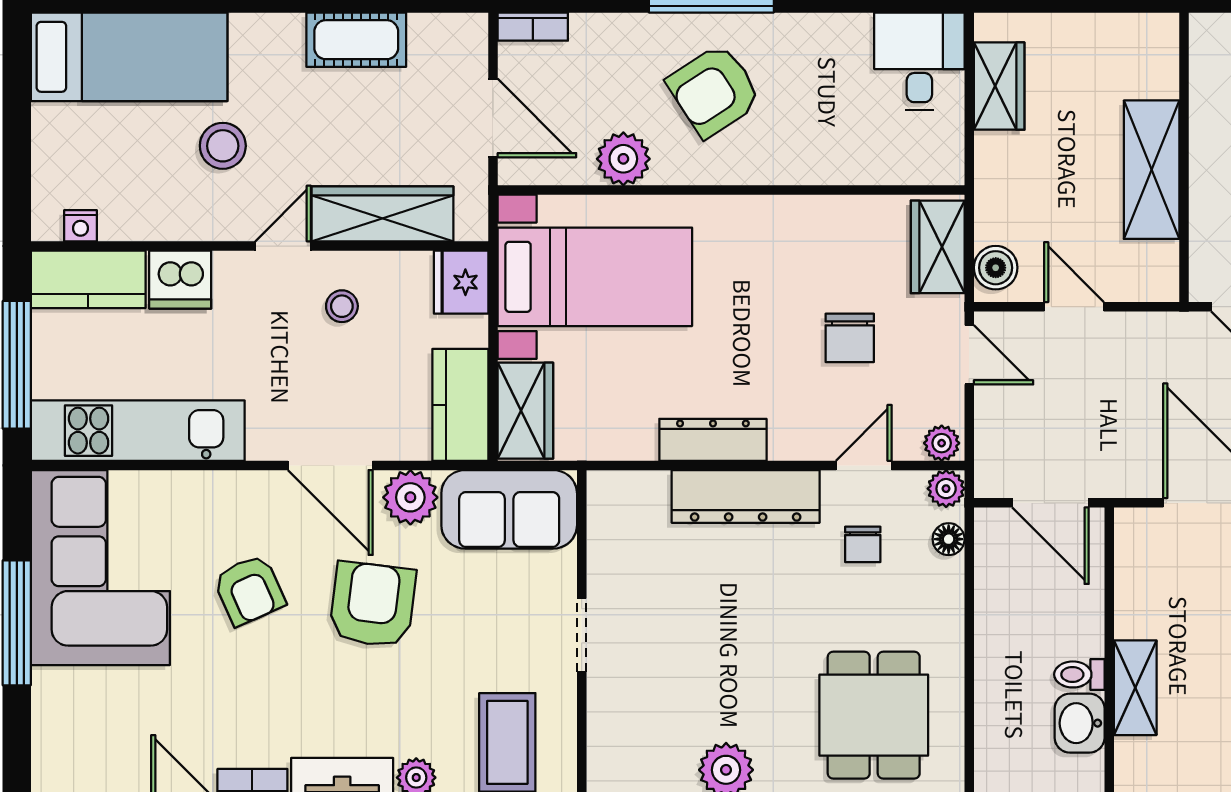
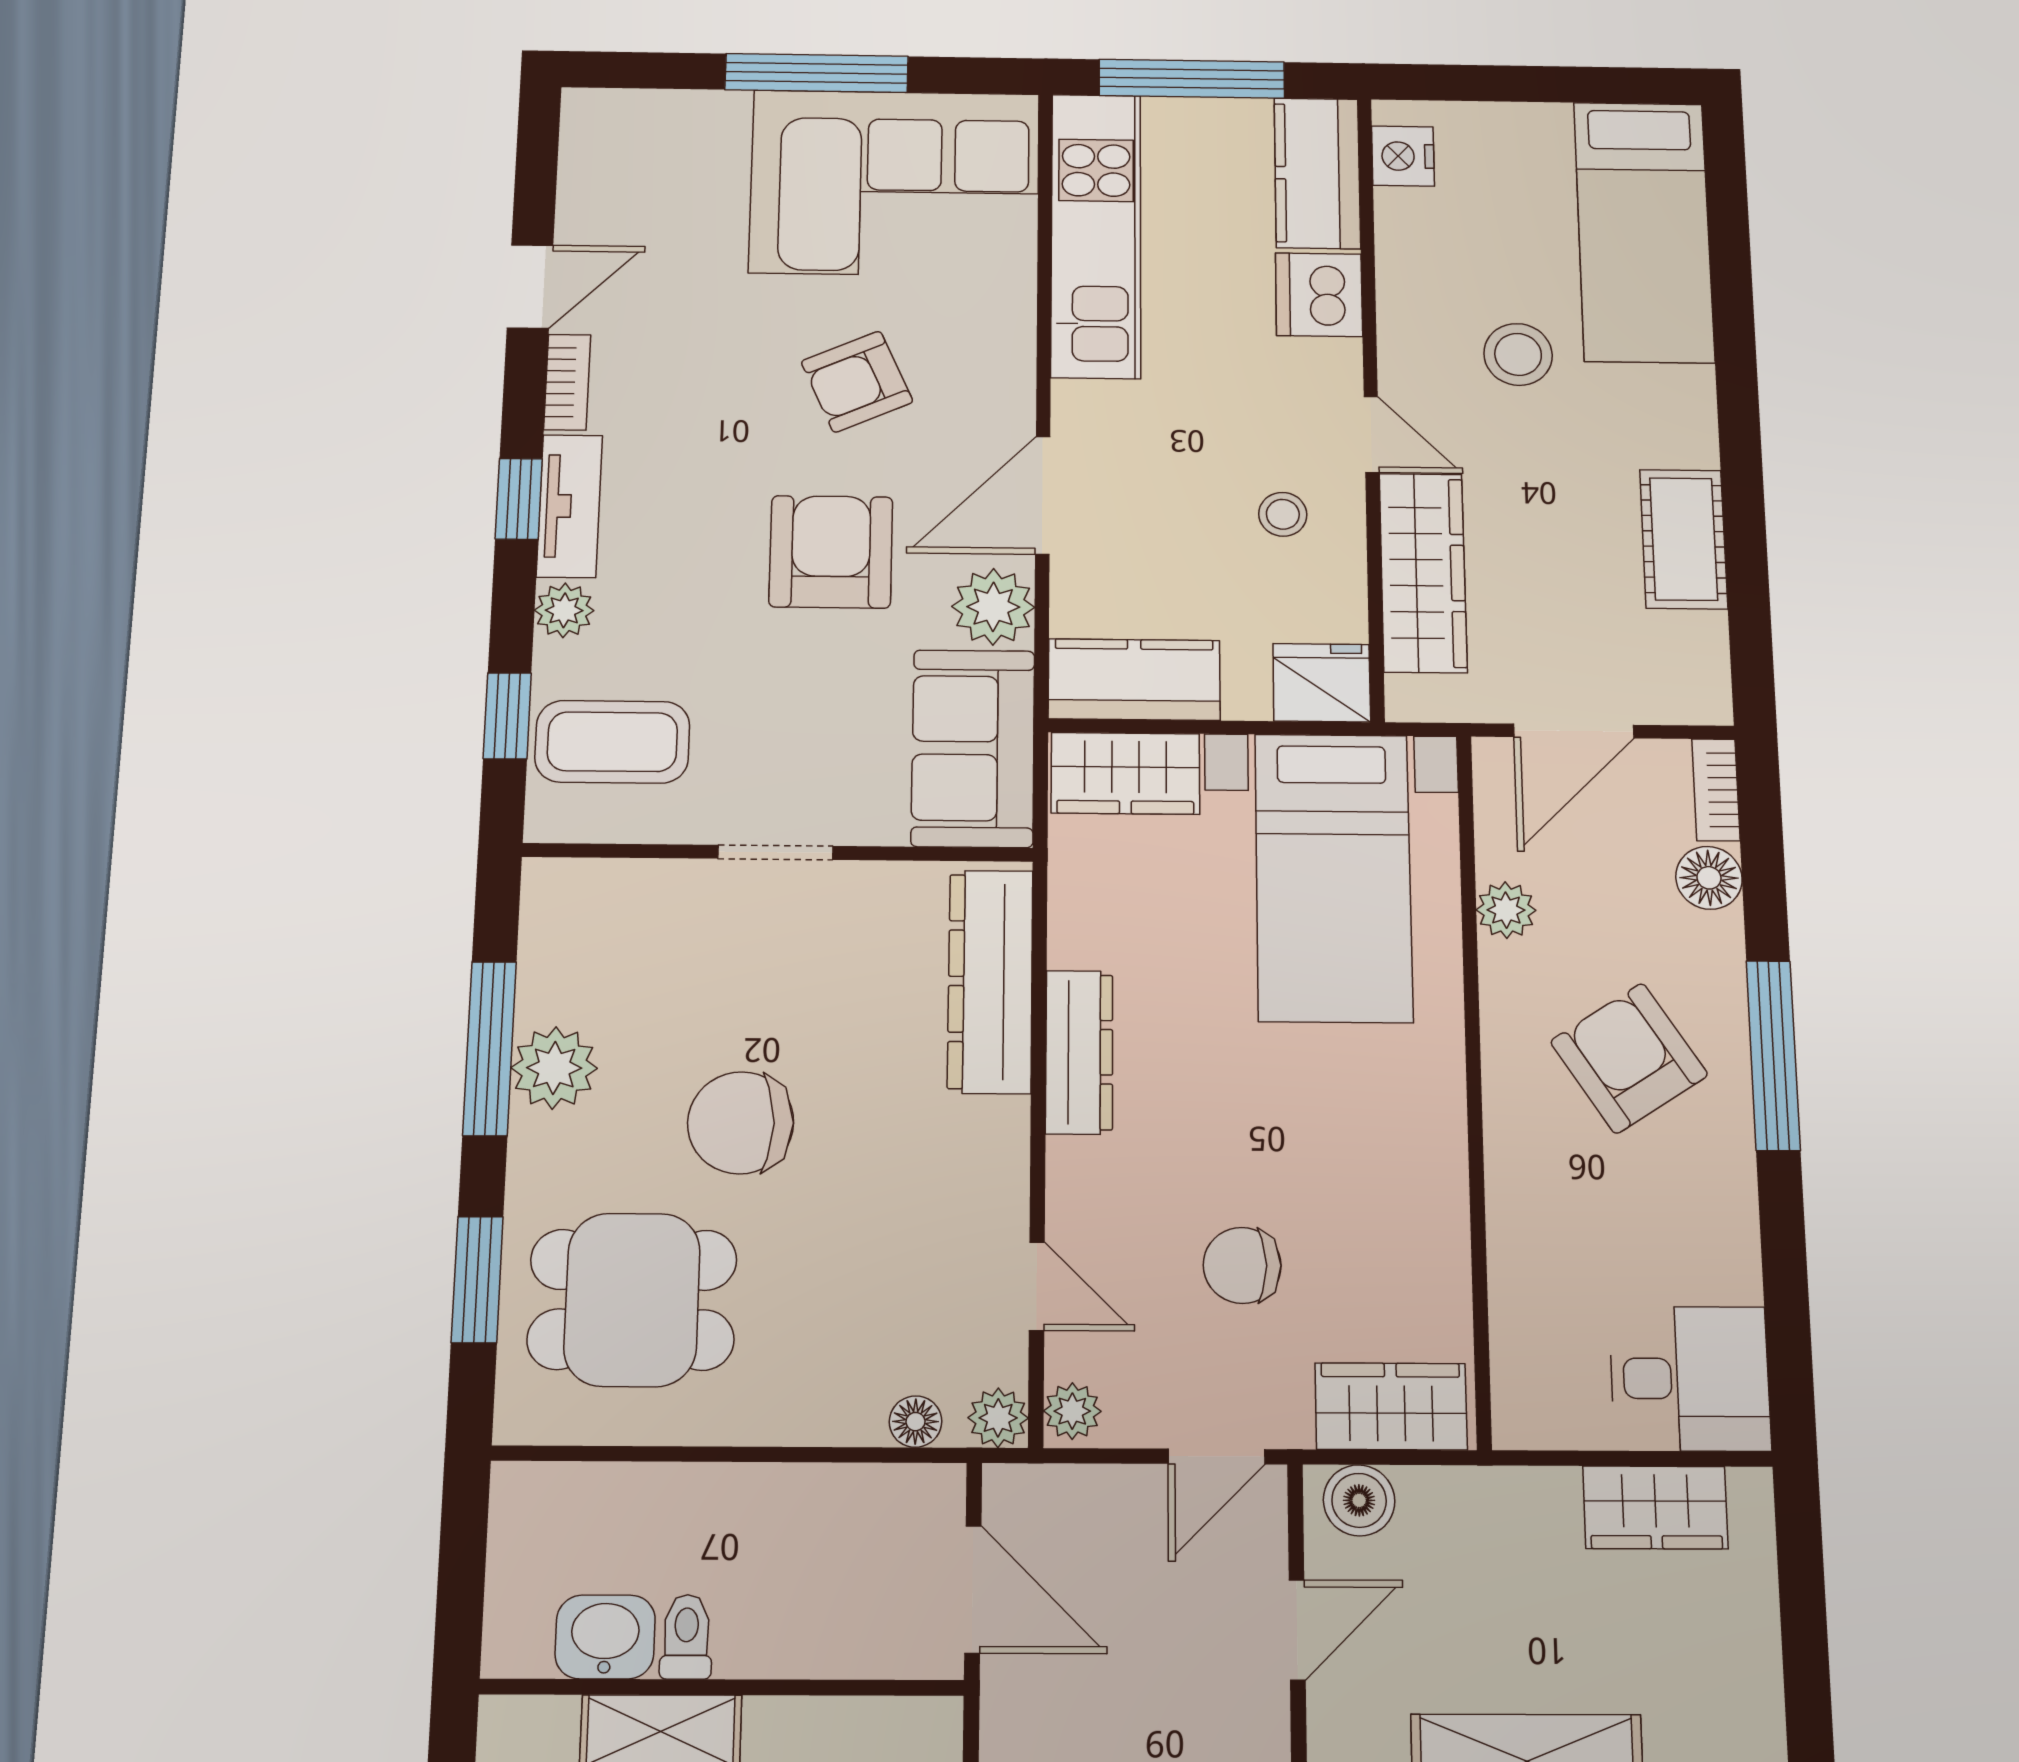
floor lamp: (593, 34) -> (1709, 878), added
plant: (623, 159) -> (1506, 910), width x0.73, depth x0.73
nightstand: (81, 226) -> (1403, 156), width x1.39, depth x1.35
dresser: (746, 496) -> (990, 981), moved
door: (1050, 503) -> (973, 1589), swing flipped
chair: (863, 544) -> (741, 1123), moved, width x1.87, depth x1.87
armchair: (373, 605) -> (831, 552), turned -97

